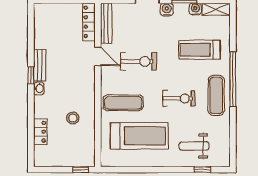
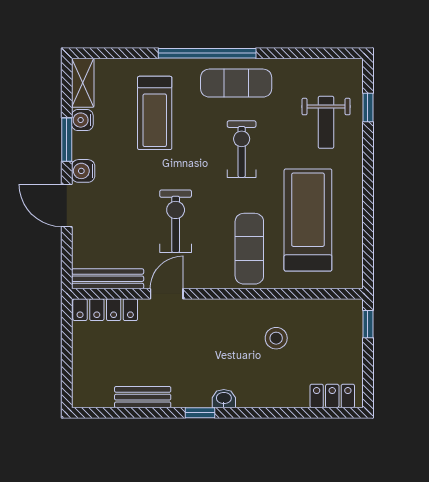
bench: (40, 65) -> (143, 397), moved
locker: (40, 132) -> (332, 396), moved

